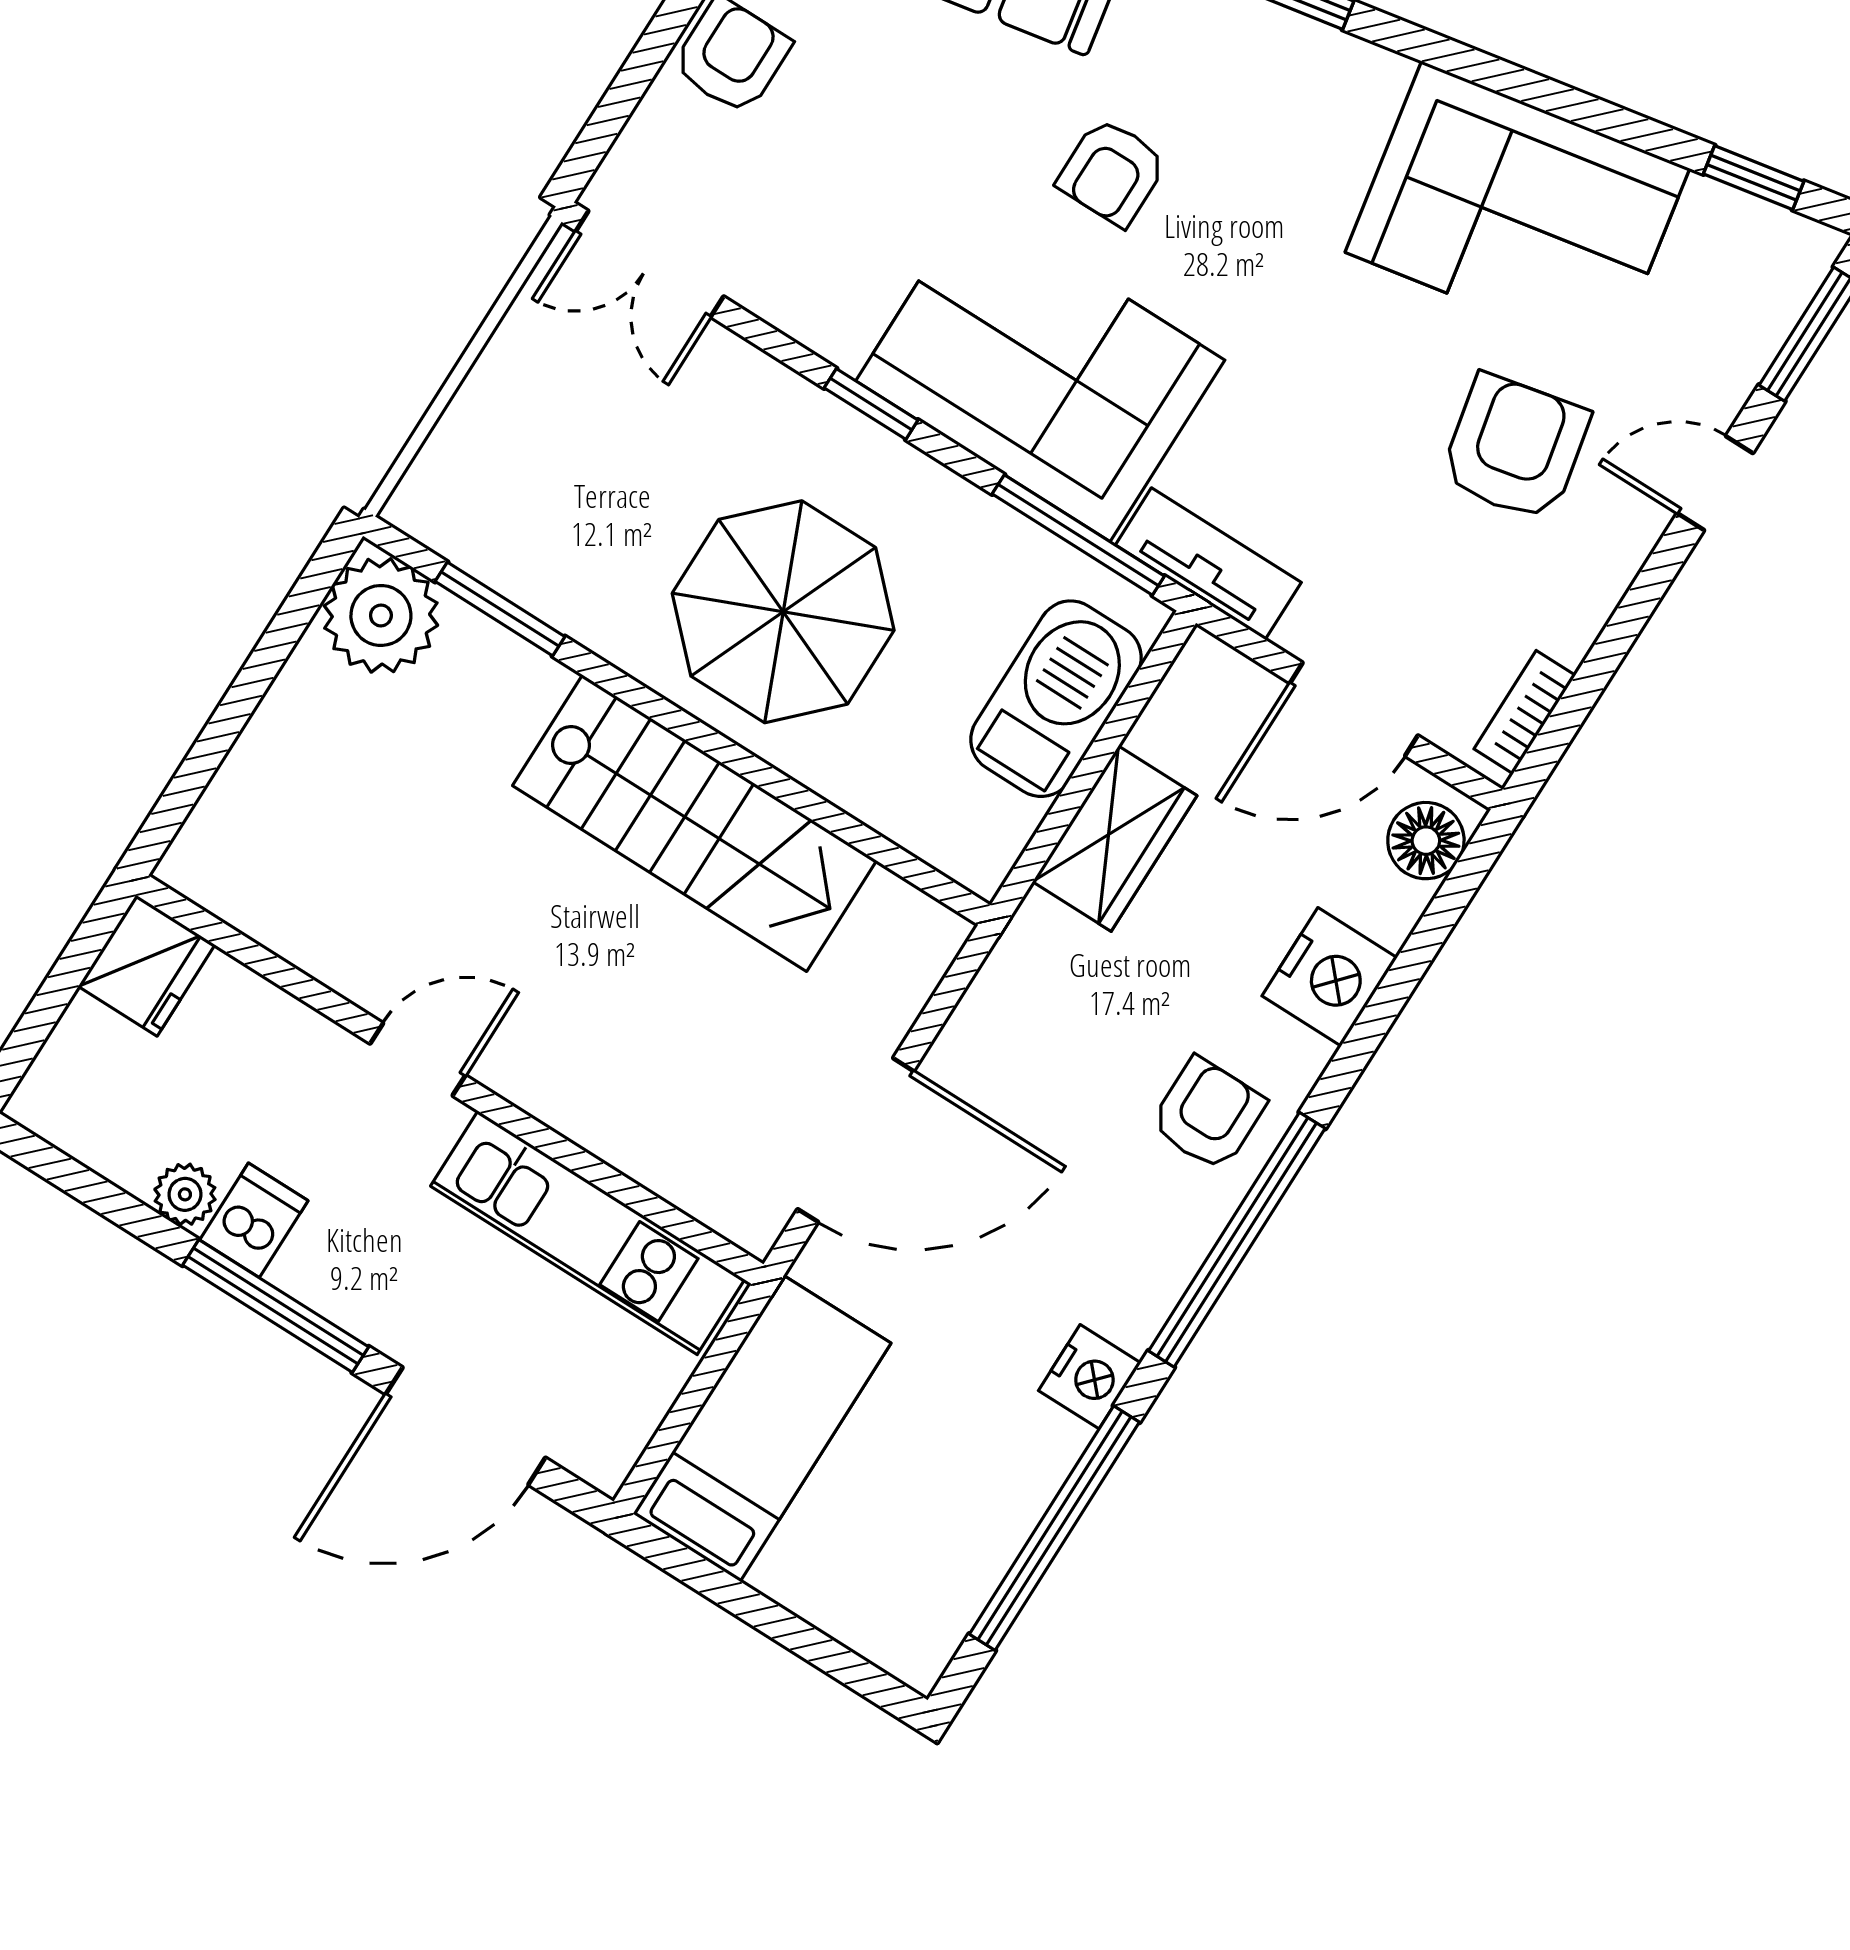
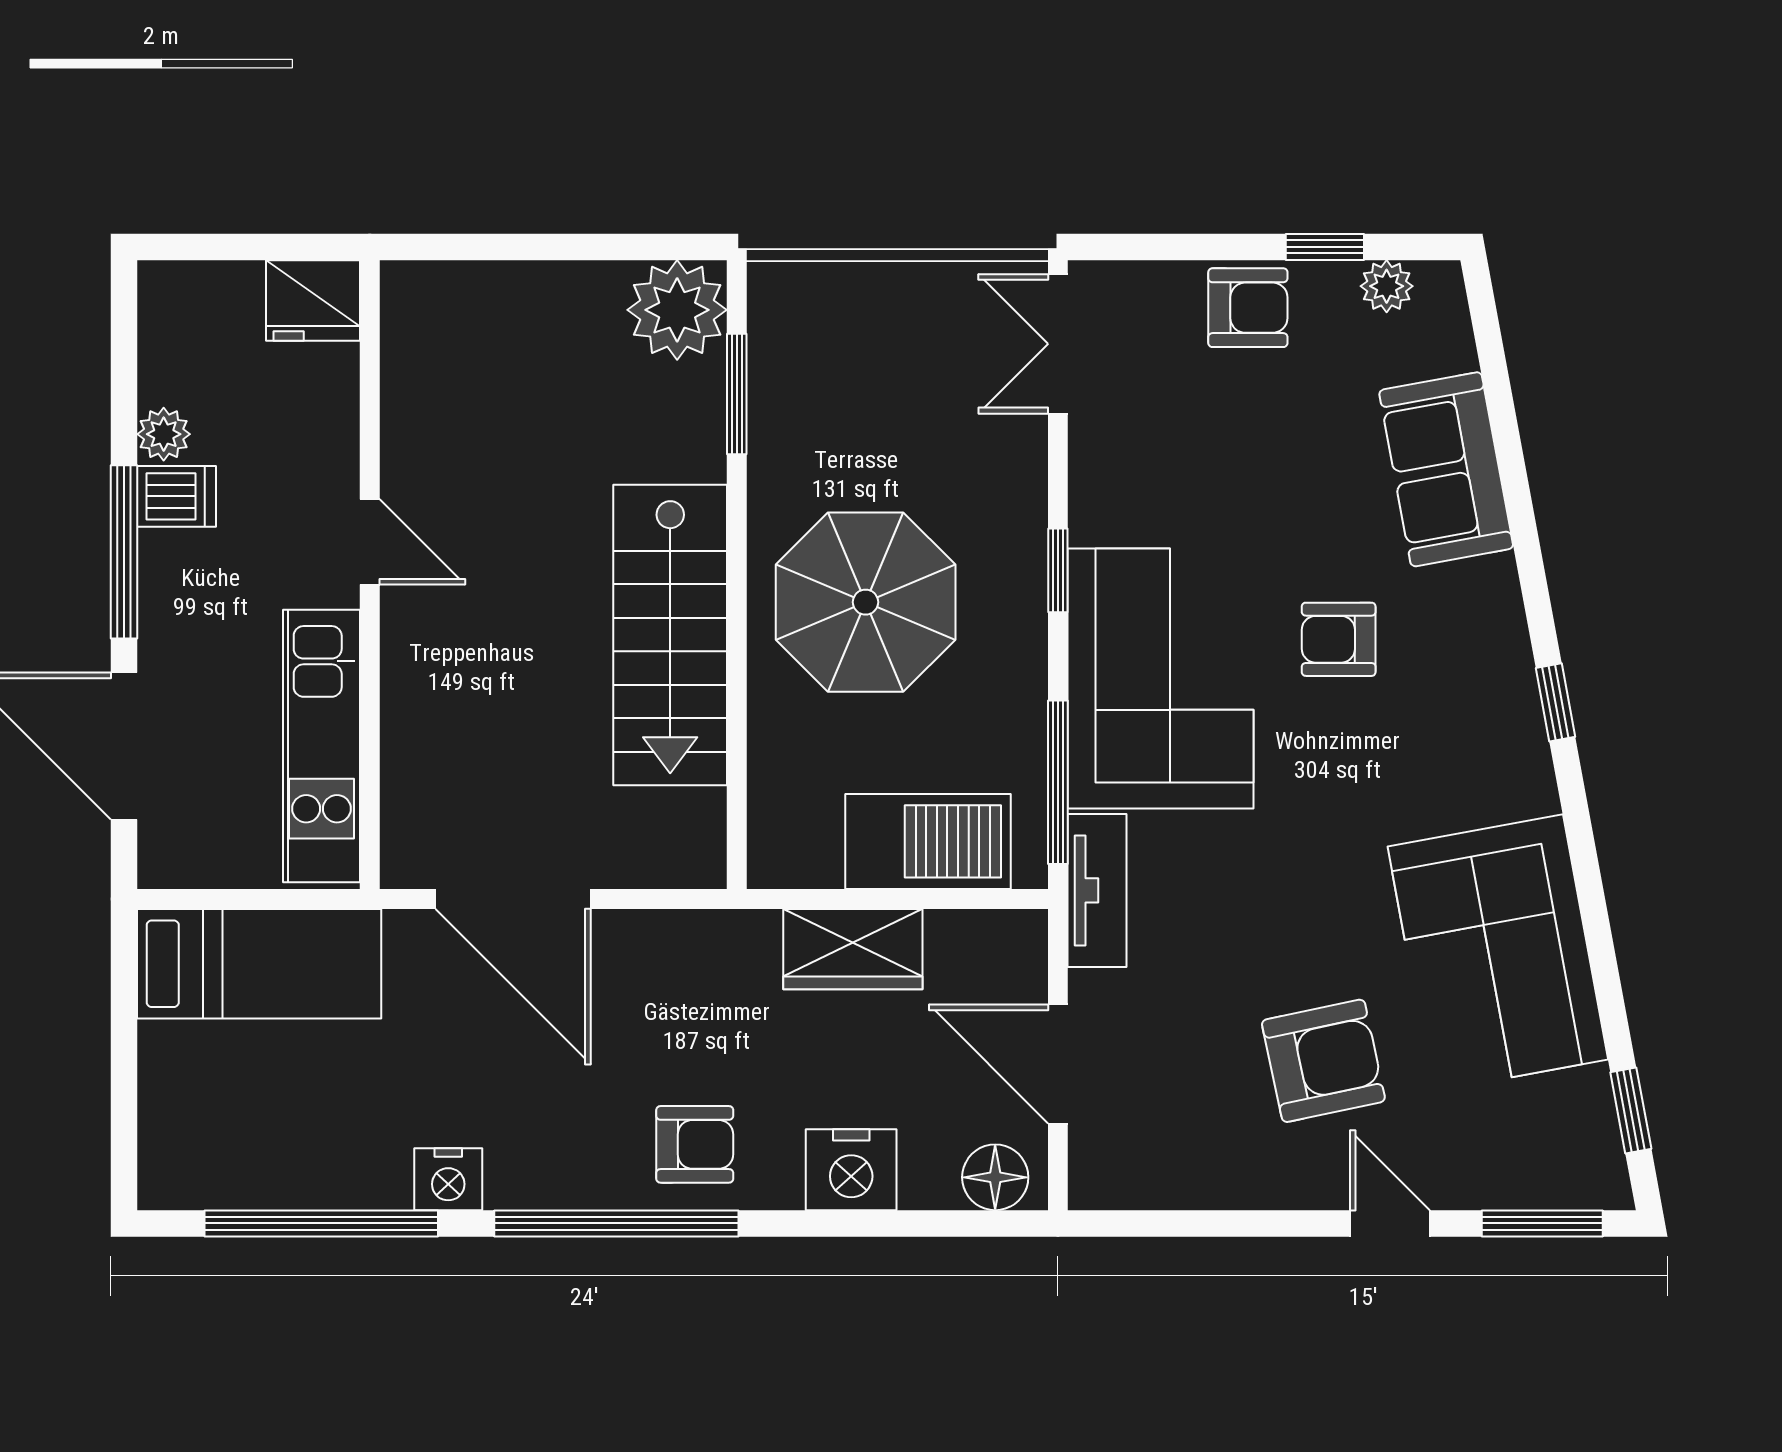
bookcase: (1525, 712) -> (1135, 1190), removed

